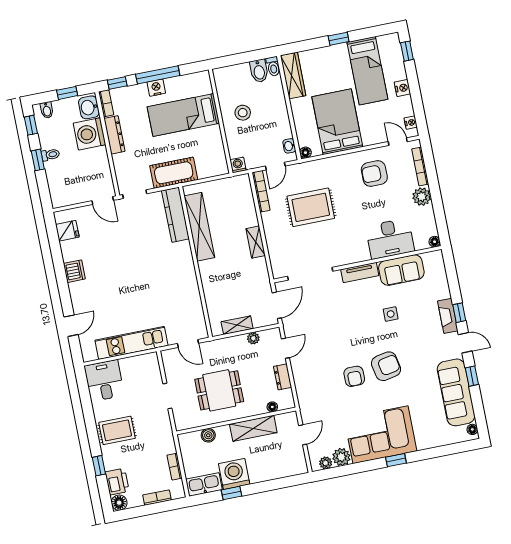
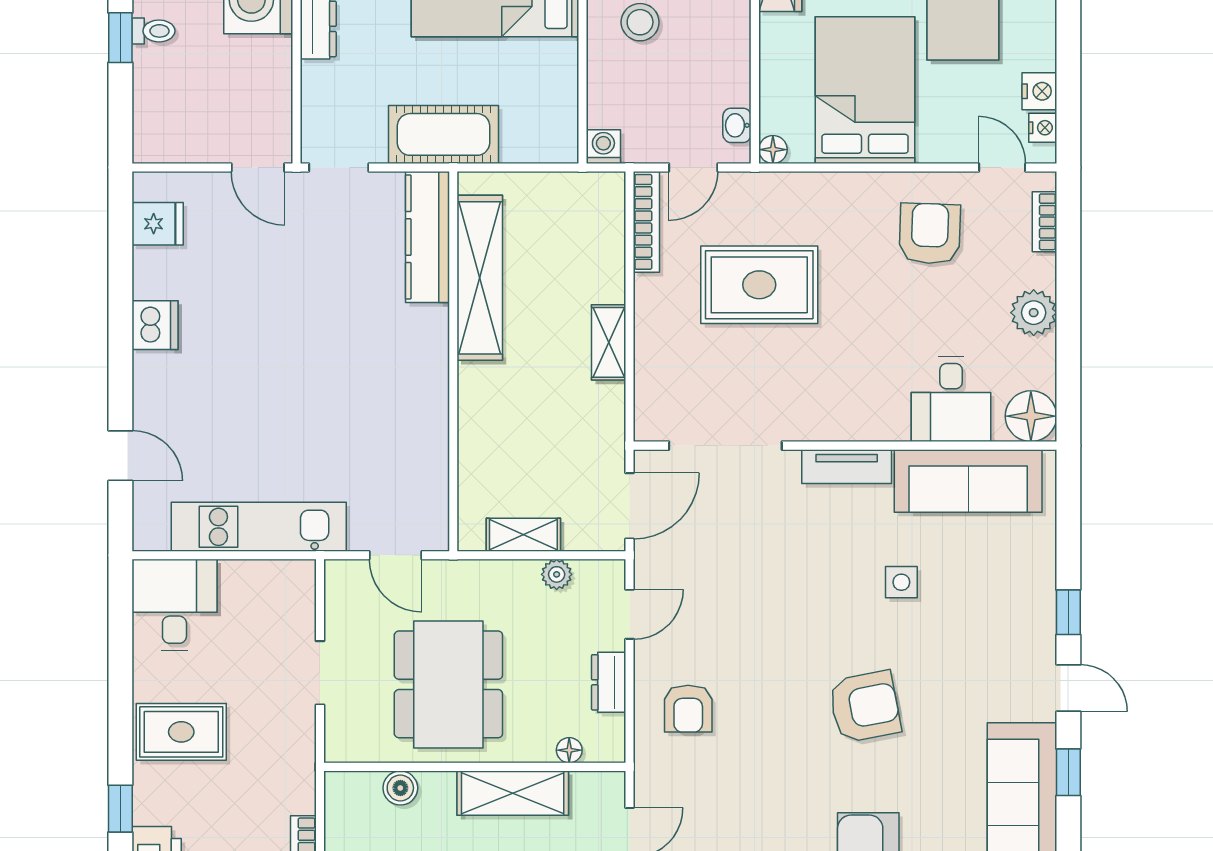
nightstand: (402, 88) -> (1039, 91), moved
bookcase: (420, 166) -> (1044, 222), width x0.64
armchair: (374, 174) -> (930, 234), turned 92
desk: (390, 239) -> (951, 399), width x0.73
floor lamp: (435, 242) -> (1031, 416), width x1.89, depth x1.89
sofa: (401, 270) -> (968, 481), width x1.36
fireplace: (448, 316) -> (1039, 614), removed
door: (71, 326) -> (120, 456), hinge flipped
armchair: (354, 376) -> (688, 709), moved
dining table: (219, 390) -> (448, 684), width x1.38

